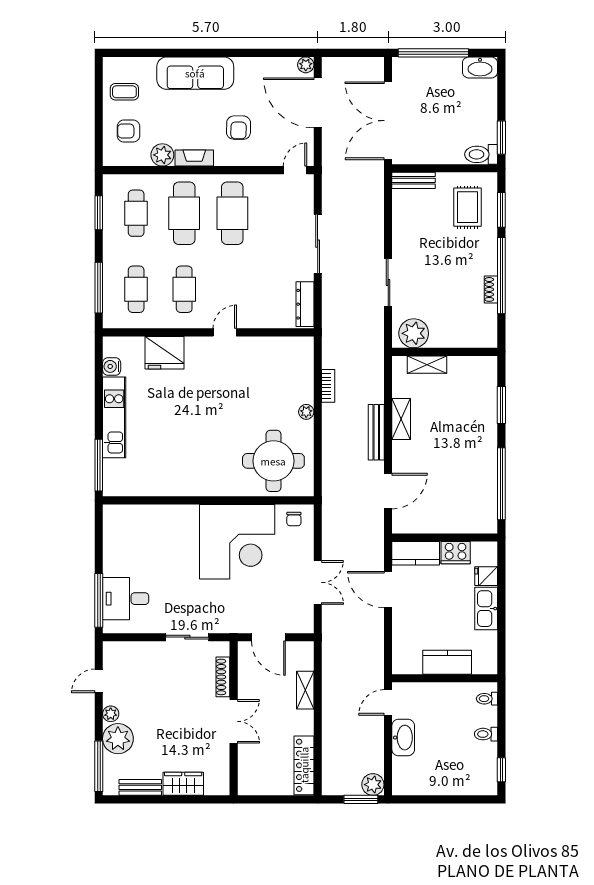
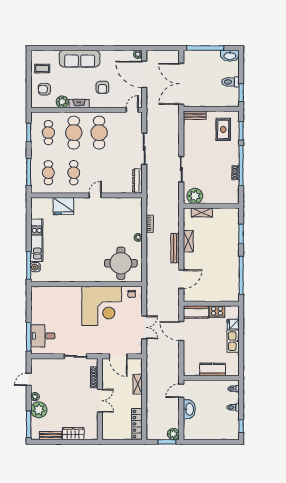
toilet: (481, 154) -> (230, 82), moved
water cooler: (112, 366) -> (35, 267), moved

